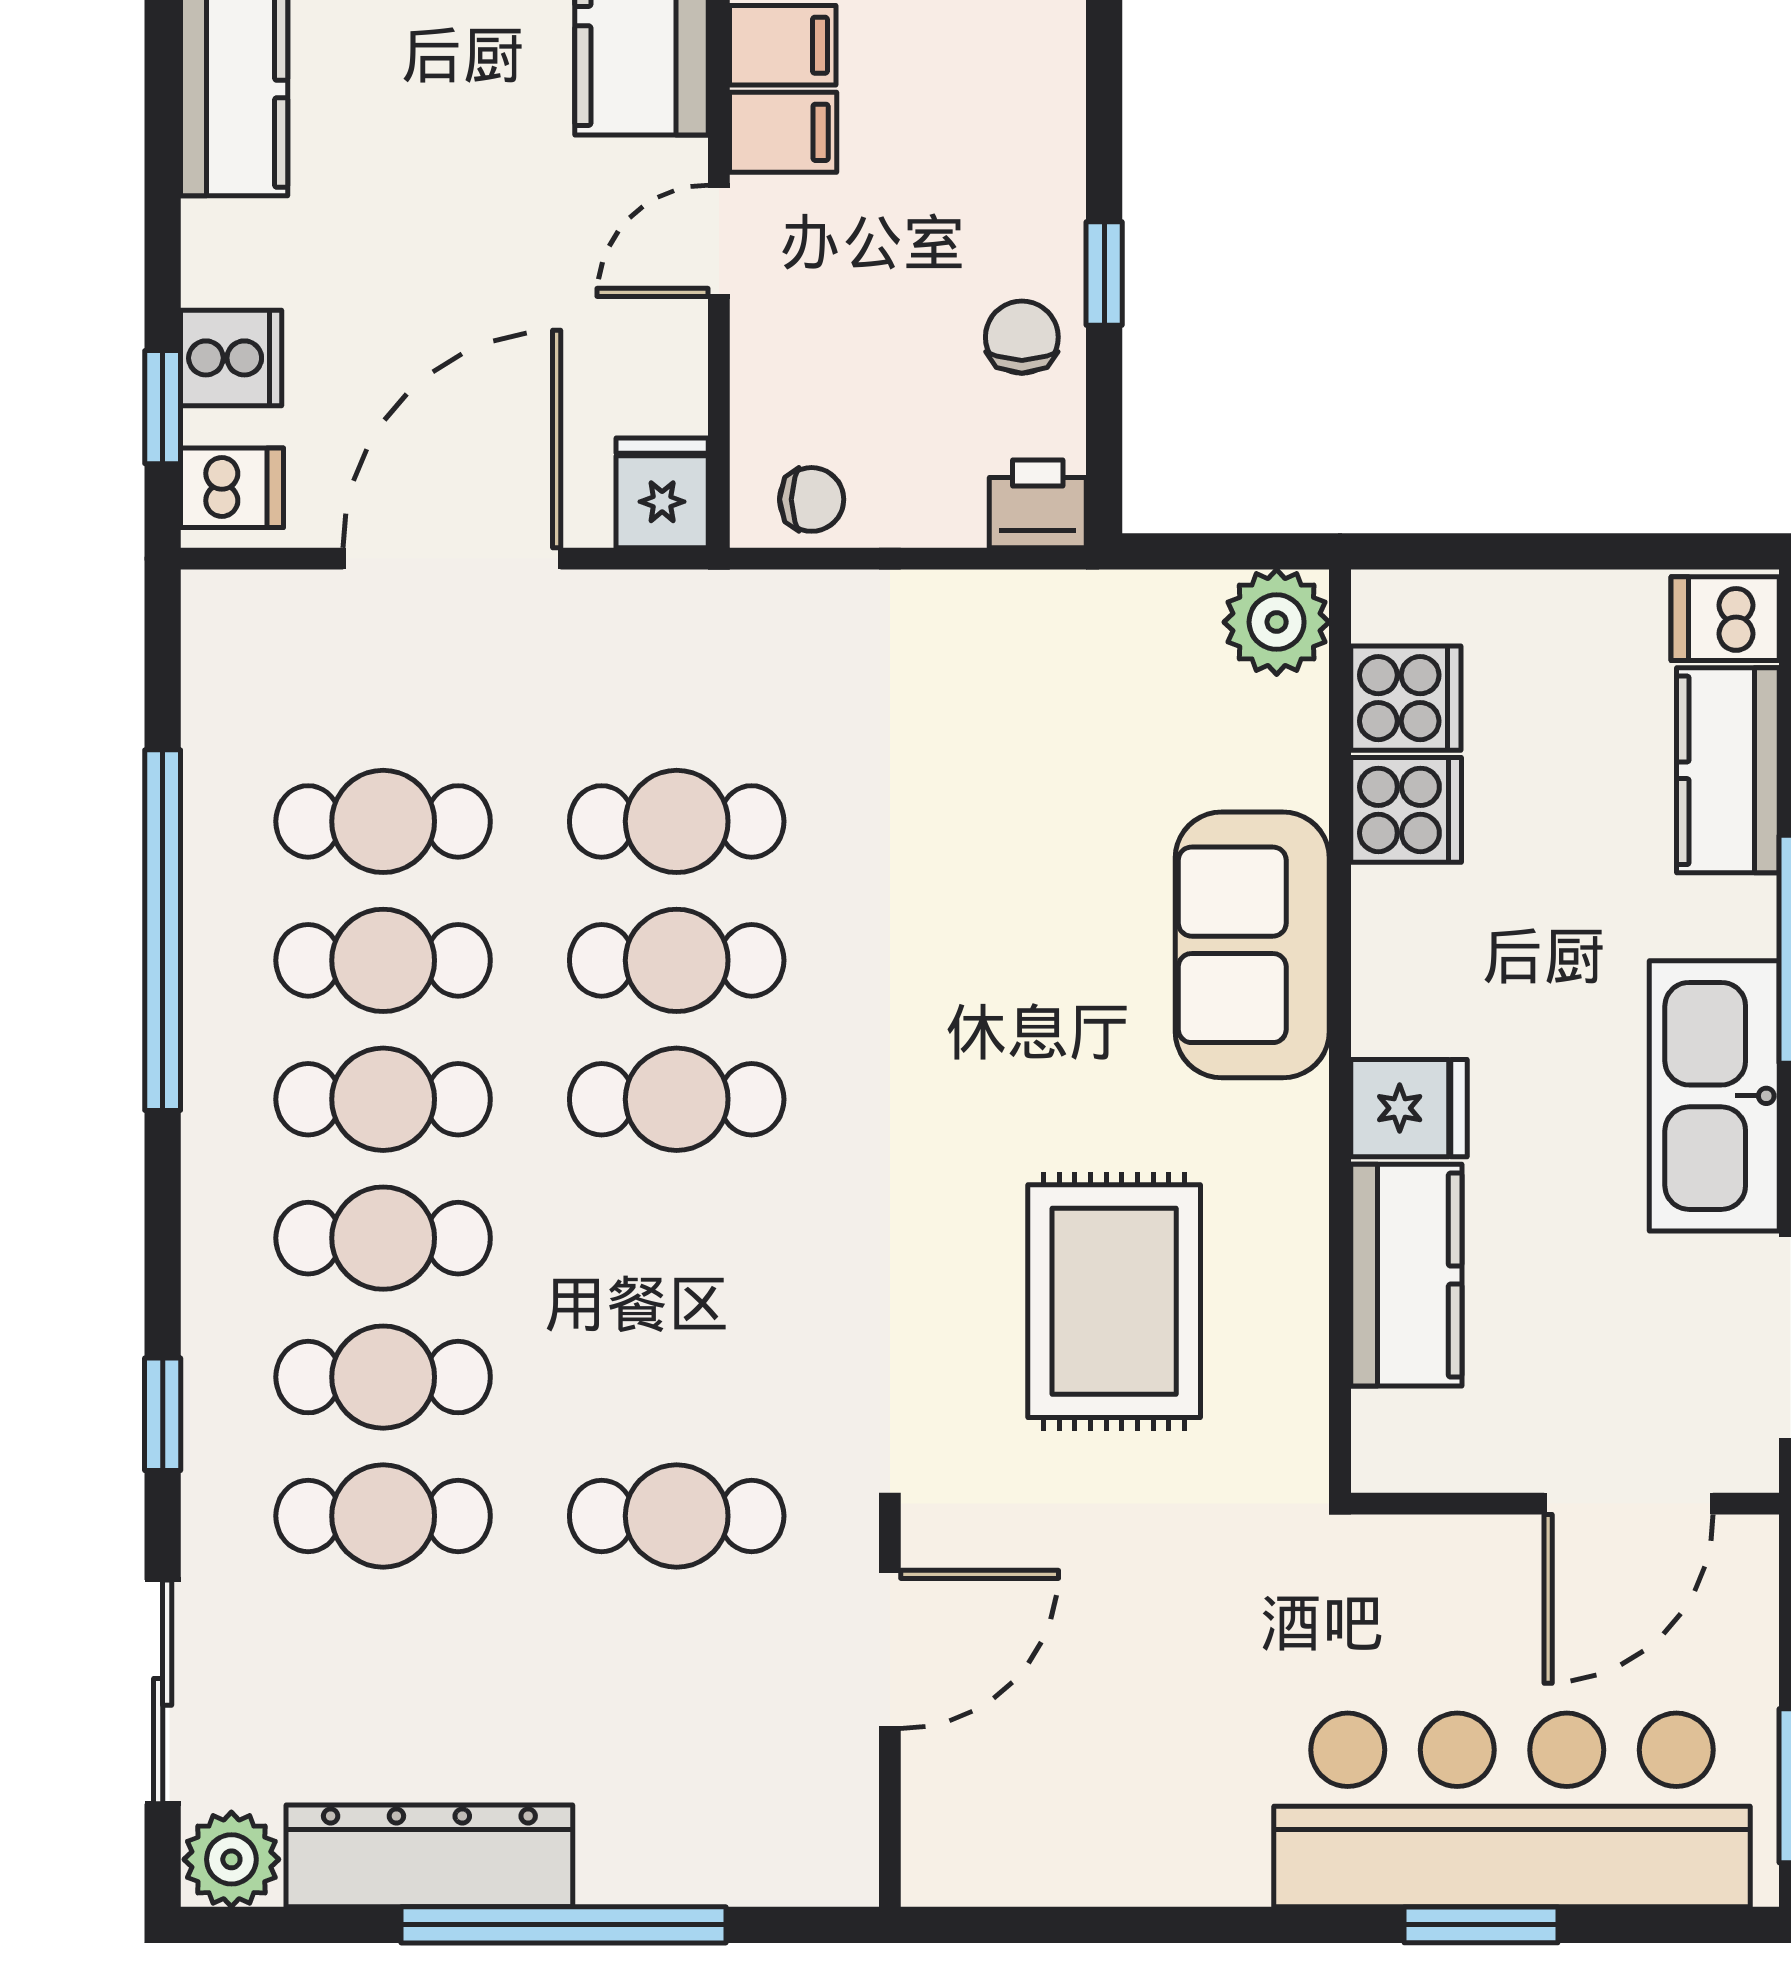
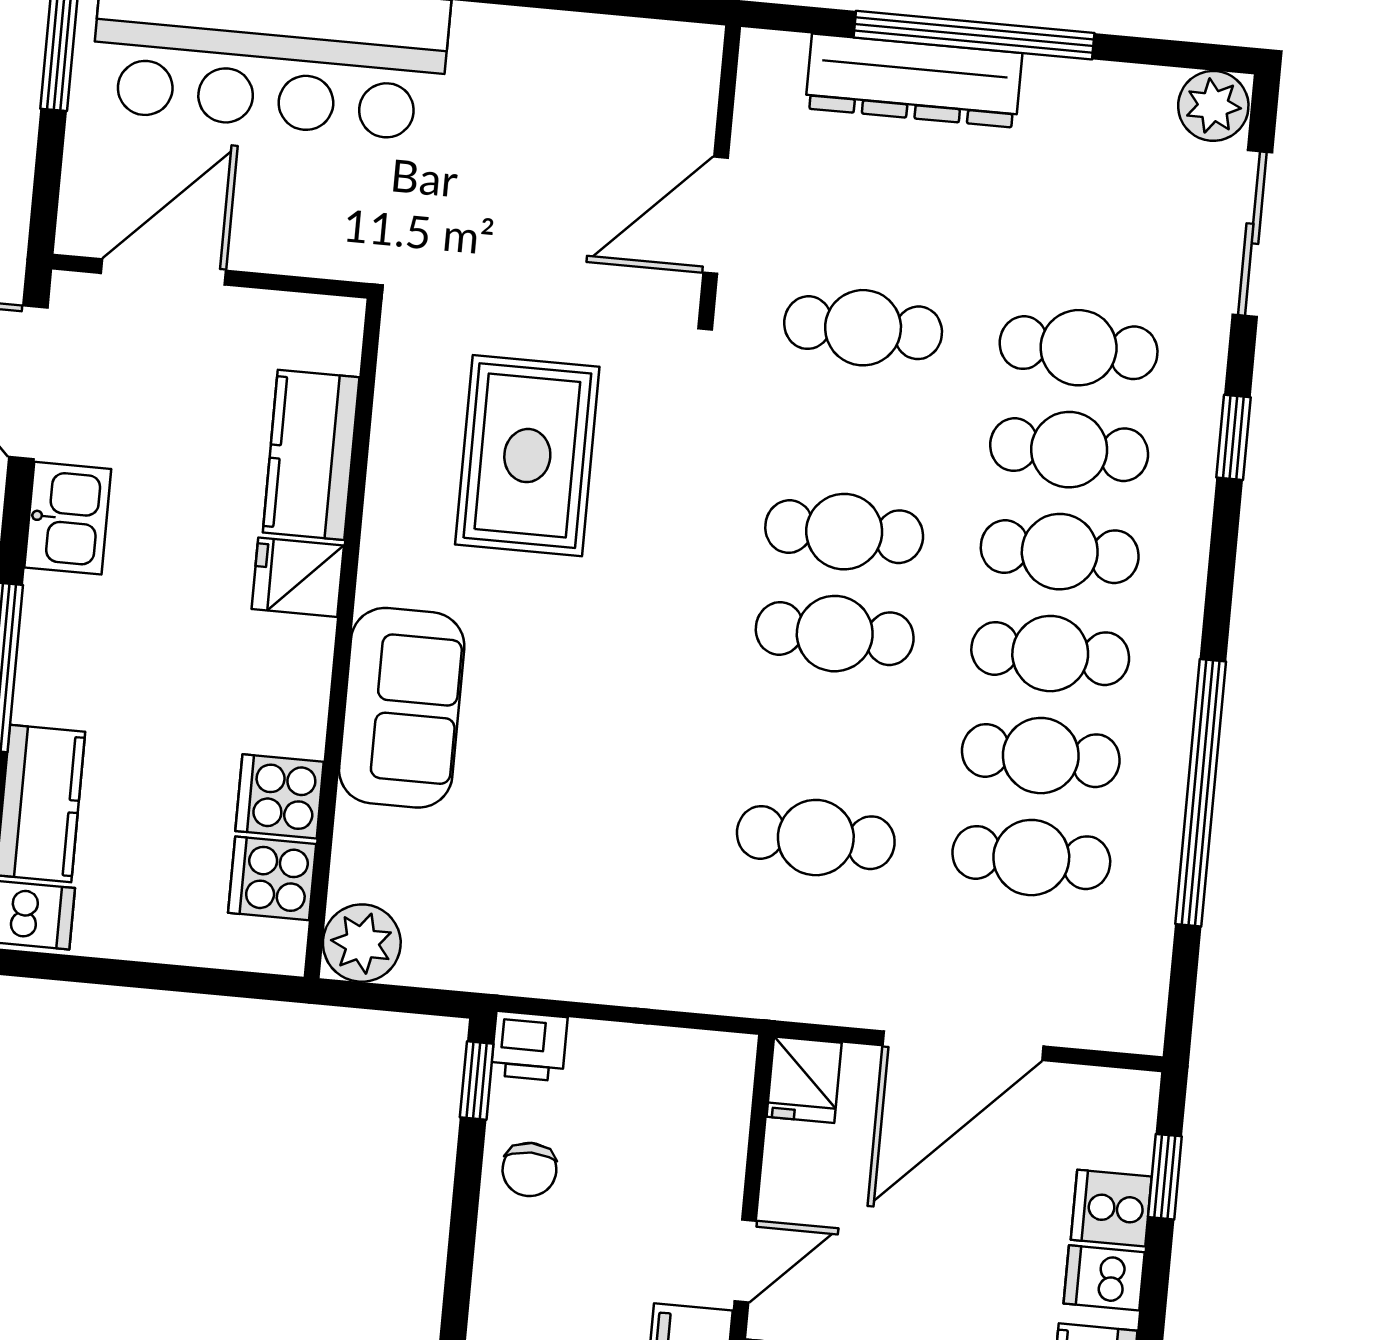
window: (1104, 274) -> (477, 1080), moved
dishwasher: (232, 488) -> (1104, 1278), moved
chair: (812, 499) -> (695, 1065), removed
cafe table: (677, 960) -> (844, 532), moved
kitchen sink: (1714, 1096) -> (68, 518), width x0.53, depth x0.81
dresser: (429, 1856) -> (914, 81), moved

